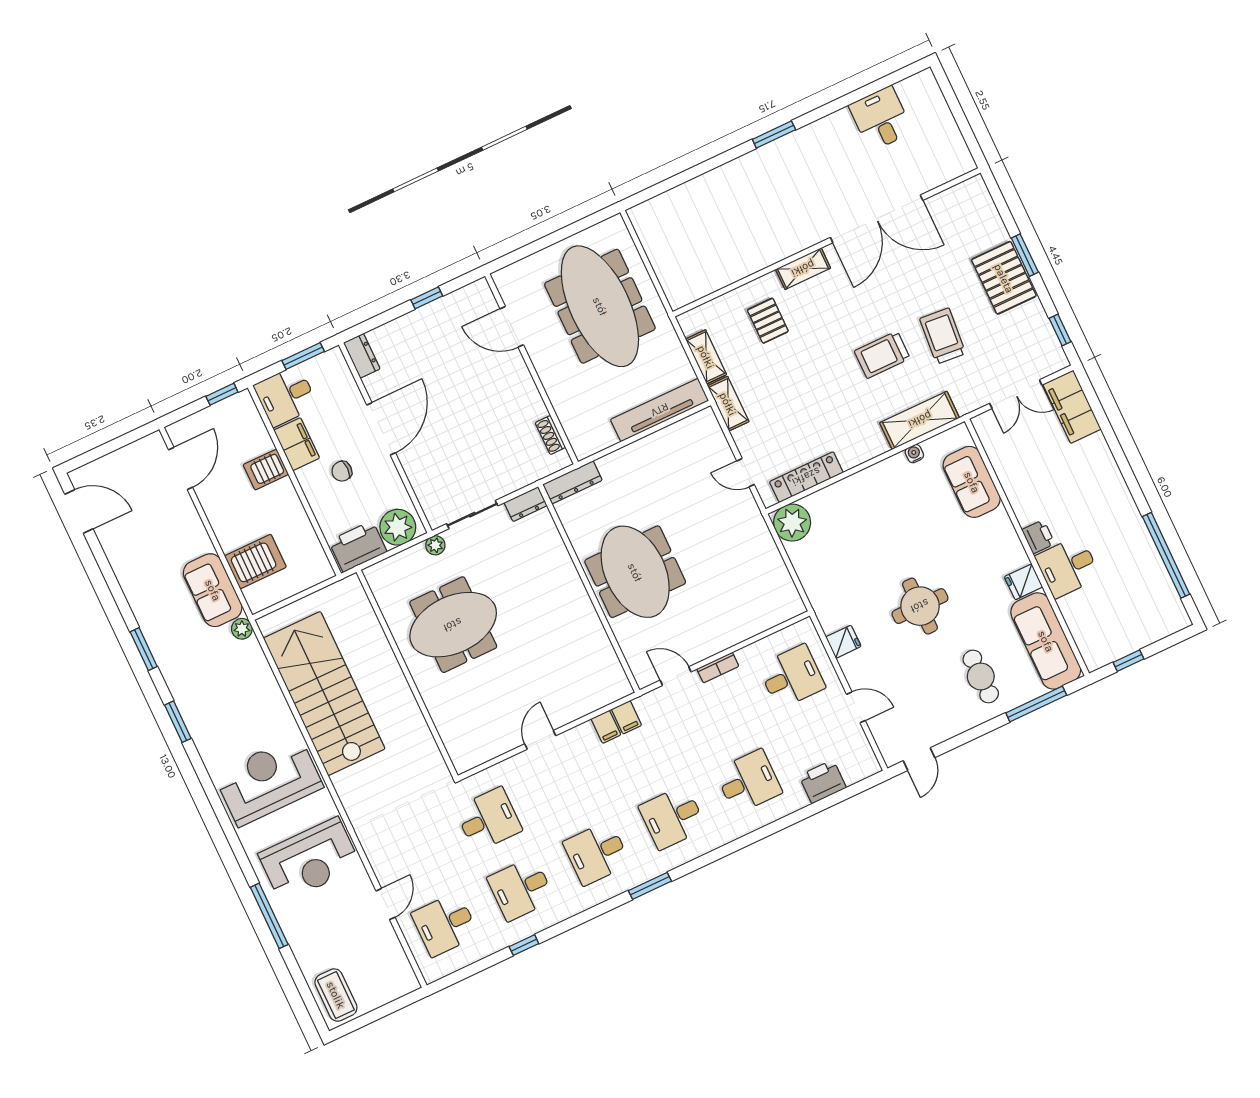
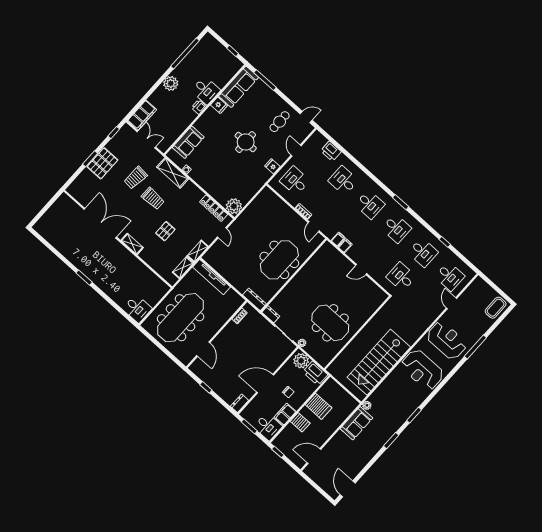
desk: (881, 119) -> (137, 309), moved, turned -90
pallet: (768, 321) -> (165, 231), moved
plant: (1114, 498) -> (171, 83), added
server rack: (255, 561) -> (319, 406), moved, turned 180
cafe table: (981, 676) -> (280, 122), moved
door: (385, 904) -> (451, 303), hinge flipped

